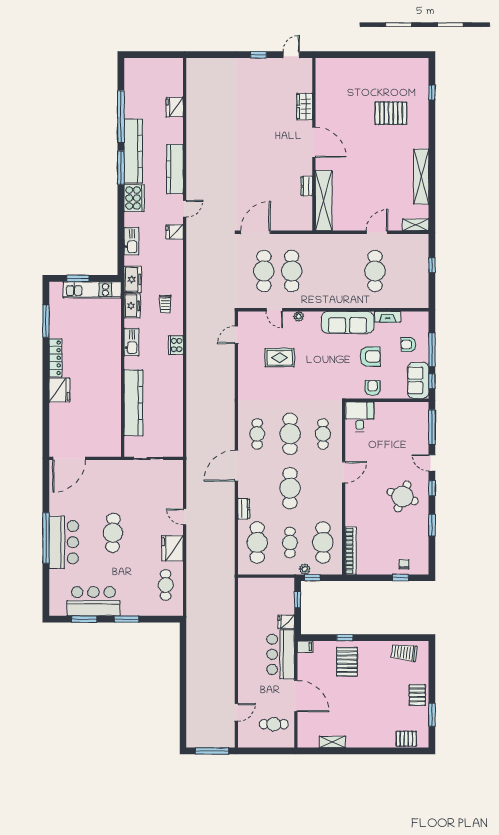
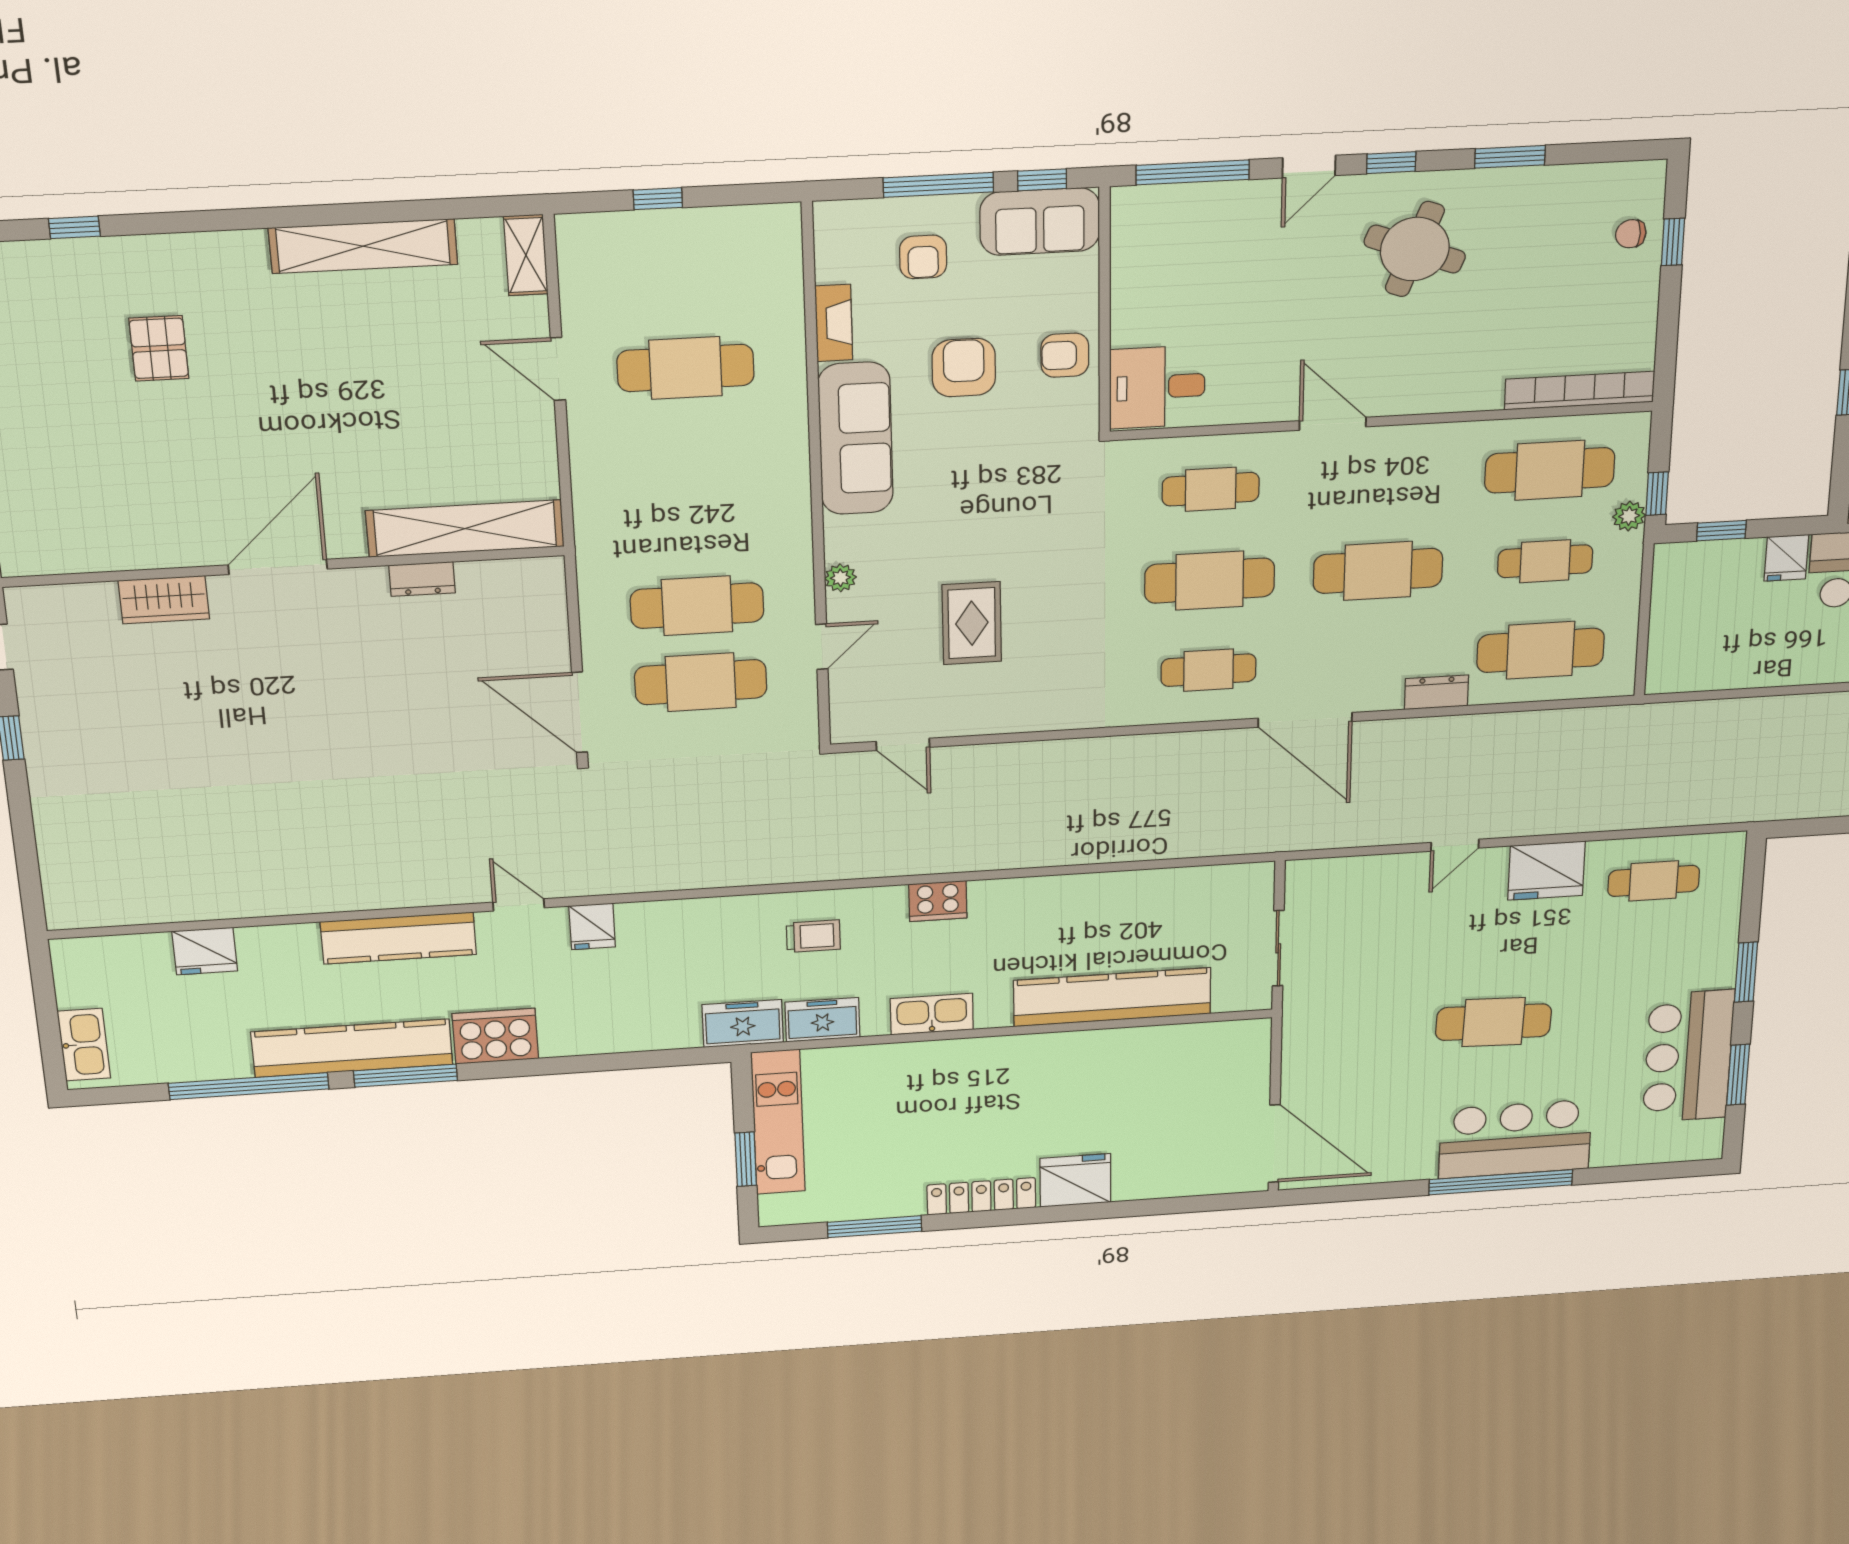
pallet: (391, 113) -> (159, 348), width x0.67, depth x0.71
kitchen sink: (131, 241) -> (84, 1045), moved, turned 90

